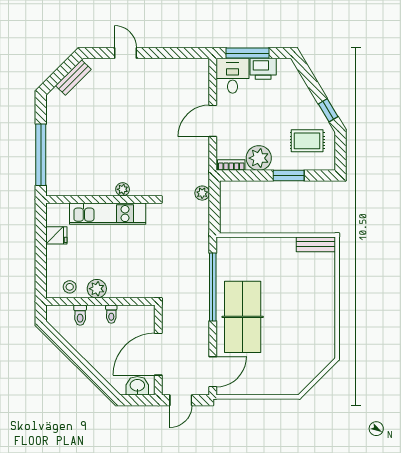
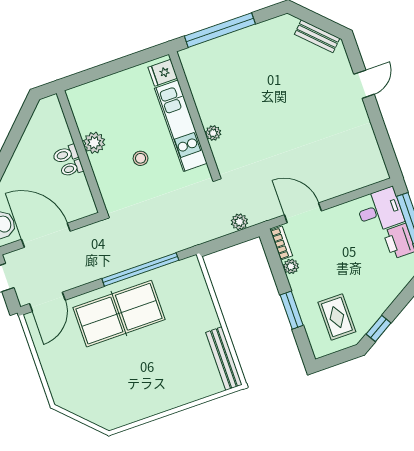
door: (213, 121) -> (303, 213), moved
plant: (259, 158) -> (291, 266), width x0.53, depth x0.53
fridge: (56, 235) -> (163, 73), moved, turned 90
bench: (316, 244) -> (224, 359), width x1.36
stool: (70, 287) -> (141, 158), moved
toilet: (80, 315) -> (65, 154), moved
door: (213, 372) -> (47, 302), hinge flipped

